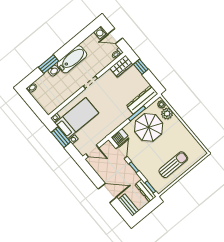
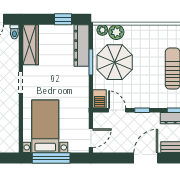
wardrobe: (121, 66) -> (31, 45), width x1.50
window: (141, 67) -> (63, 19), moved
window: (61, 137) -> (51, 158), width x1.44

